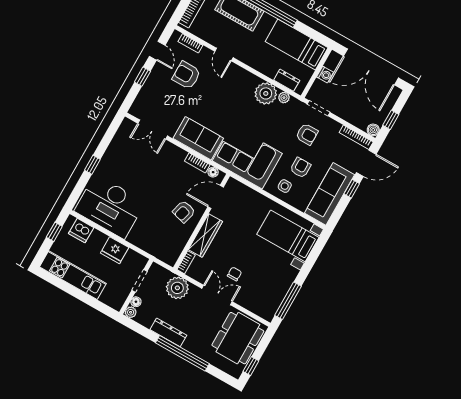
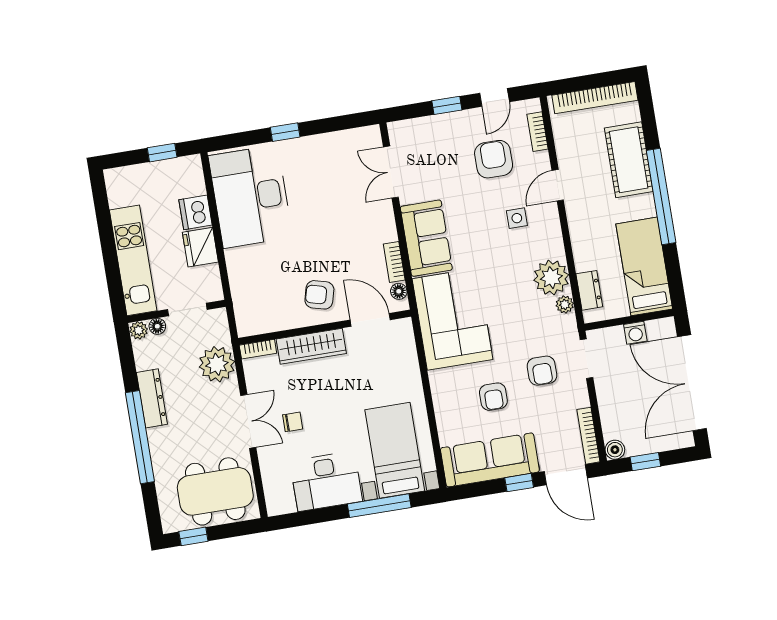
armchair: (300, 168) -> (493, 397), turned 90
side table: (285, 186) -> (517, 218), moved
dishwasher: (81, 231) -> (196, 212), moved
kitchen unit: (73, 275) -> (133, 260), moved
desk: (276, 281) -> (326, 481), added
window: (288, 301) -> (379, 506), moved

